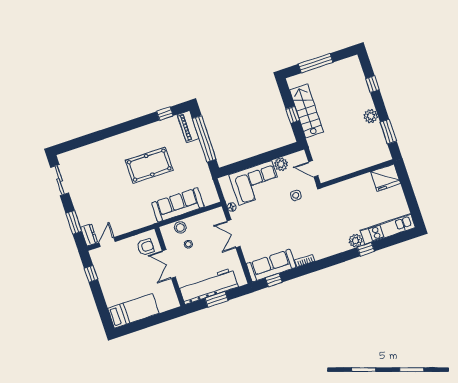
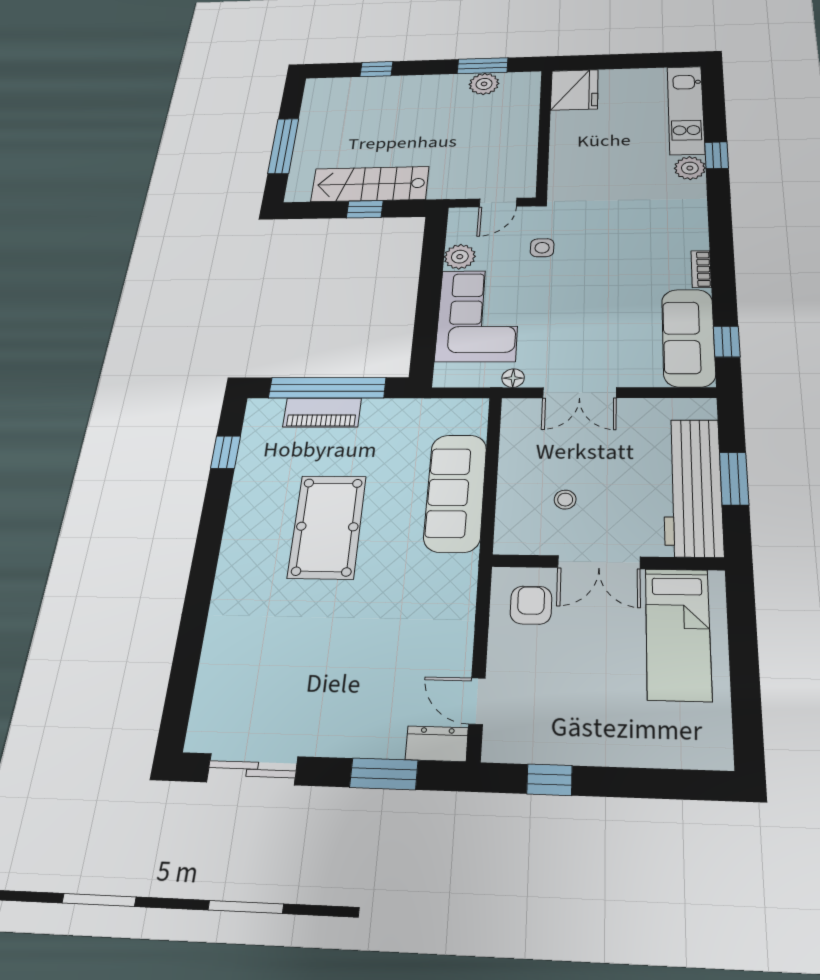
plant: (371, 116) -> (484, 84), moved
piano: (188, 127) -> (322, 412), moved
stool: (180, 227) -> (515, 505), removed
bed: (133, 311) -> (678, 634), moved, turned 180

